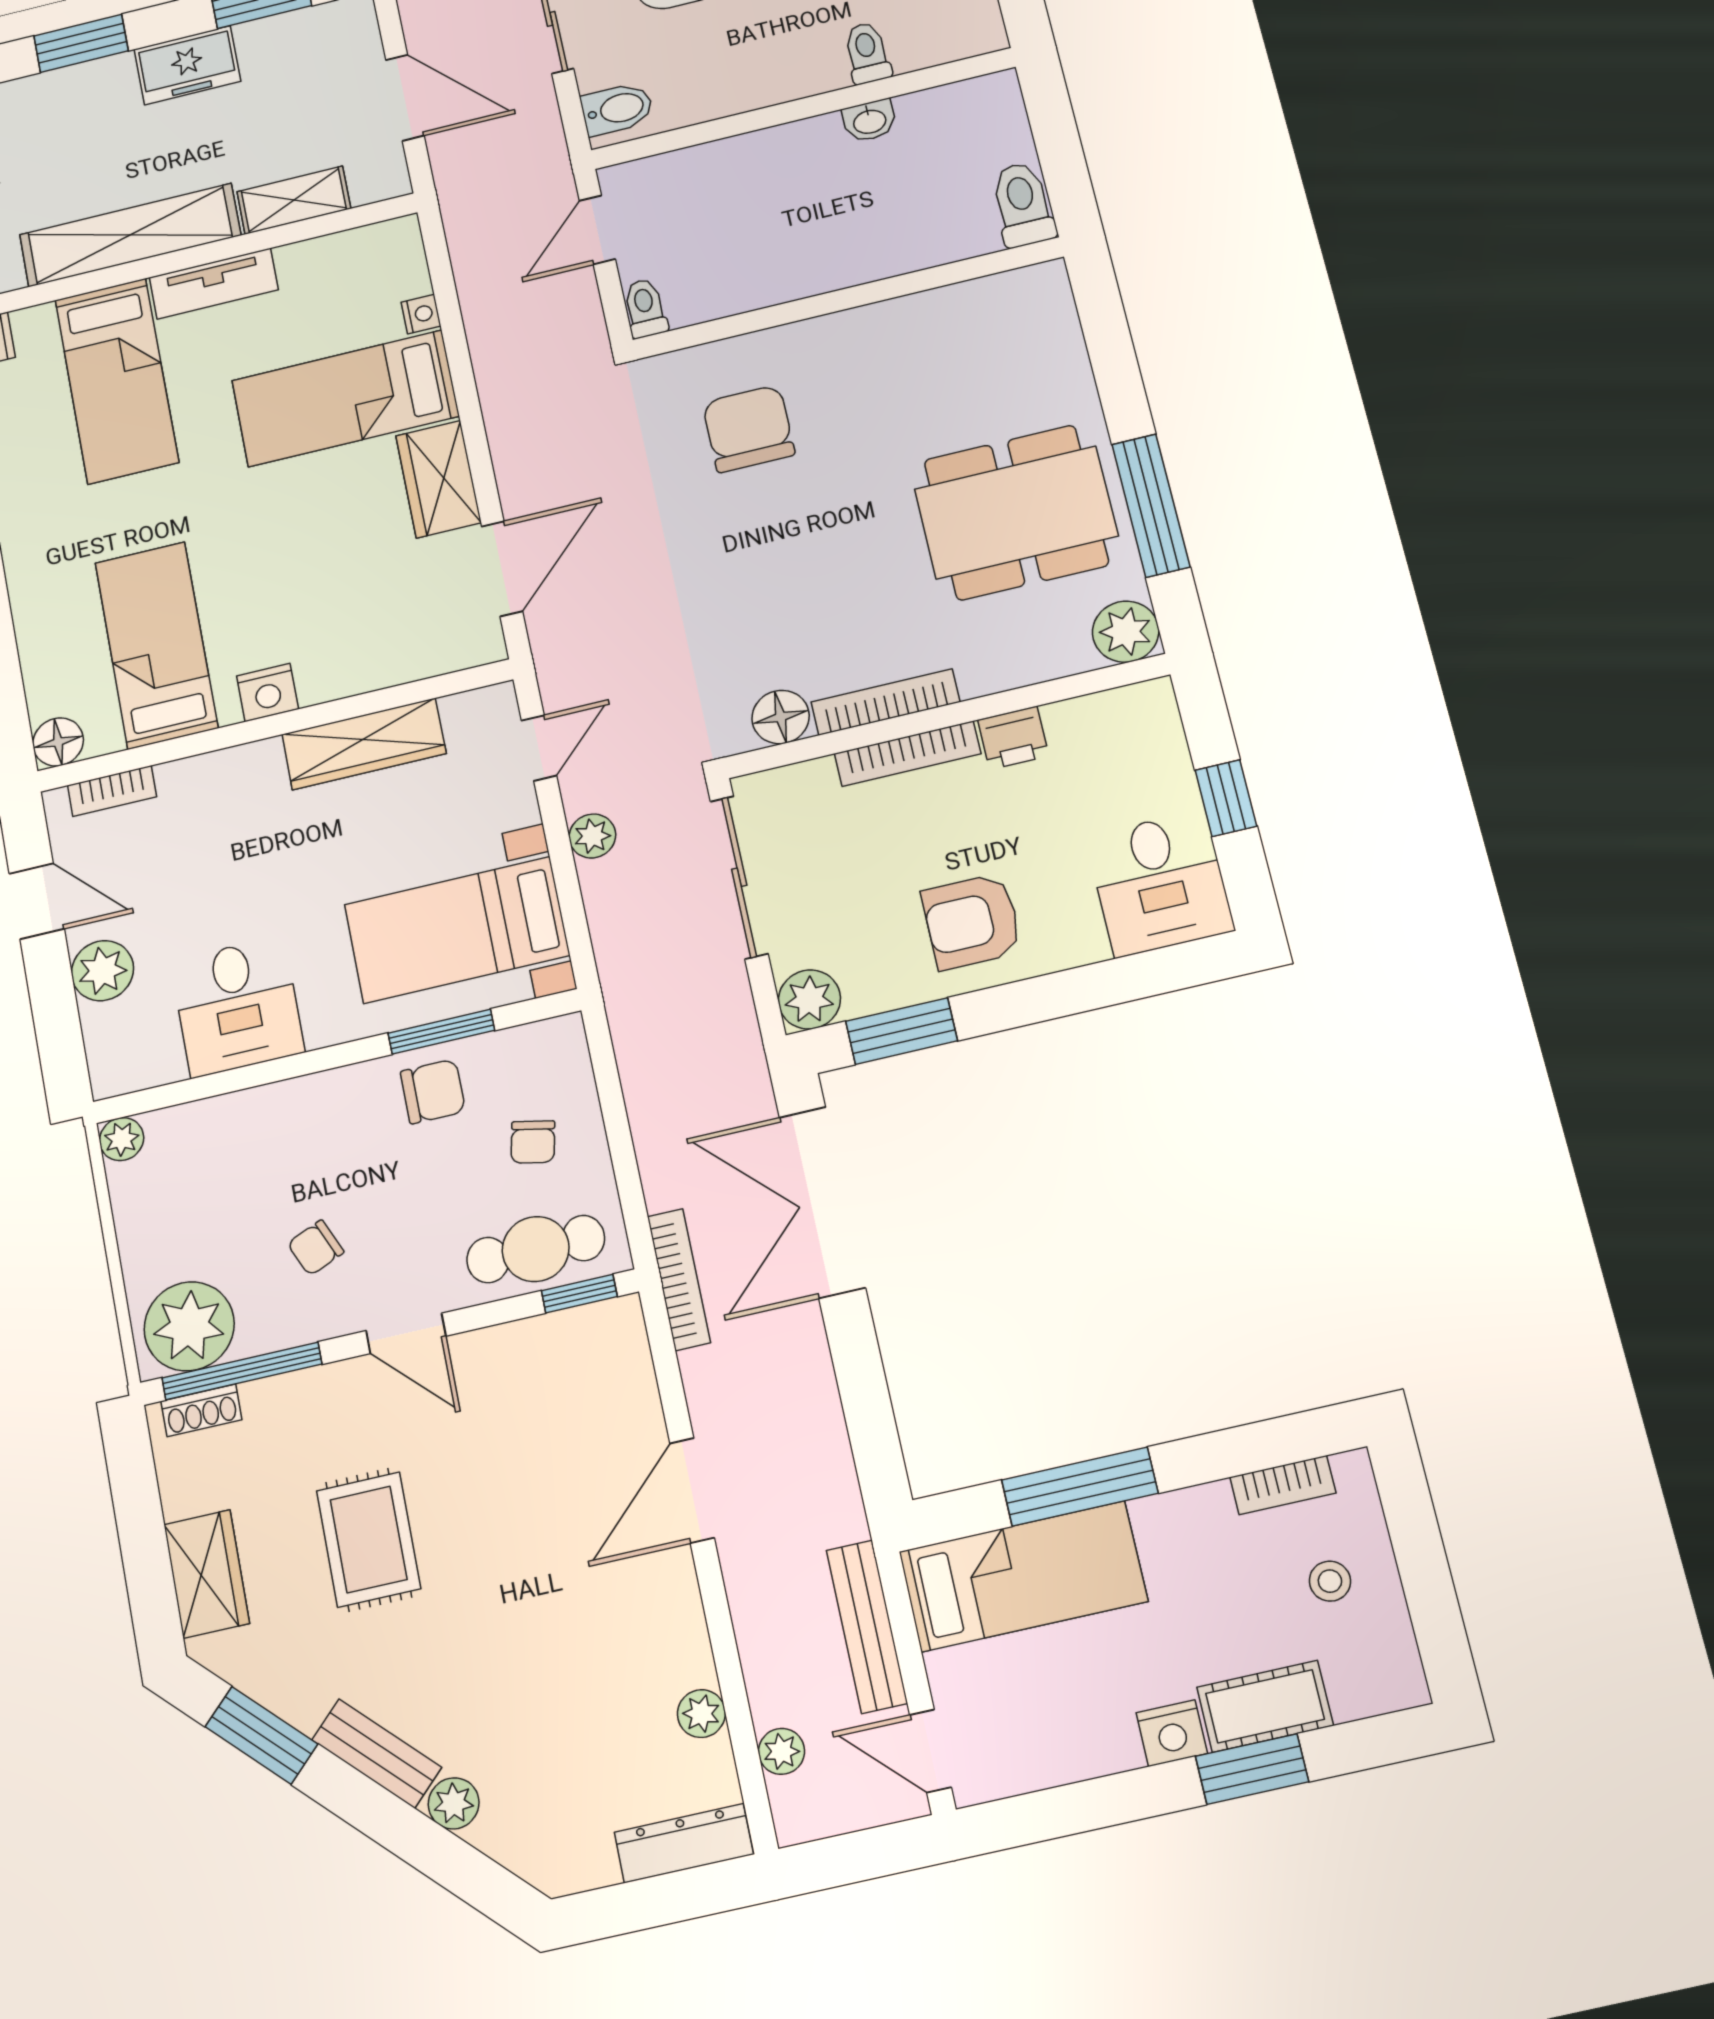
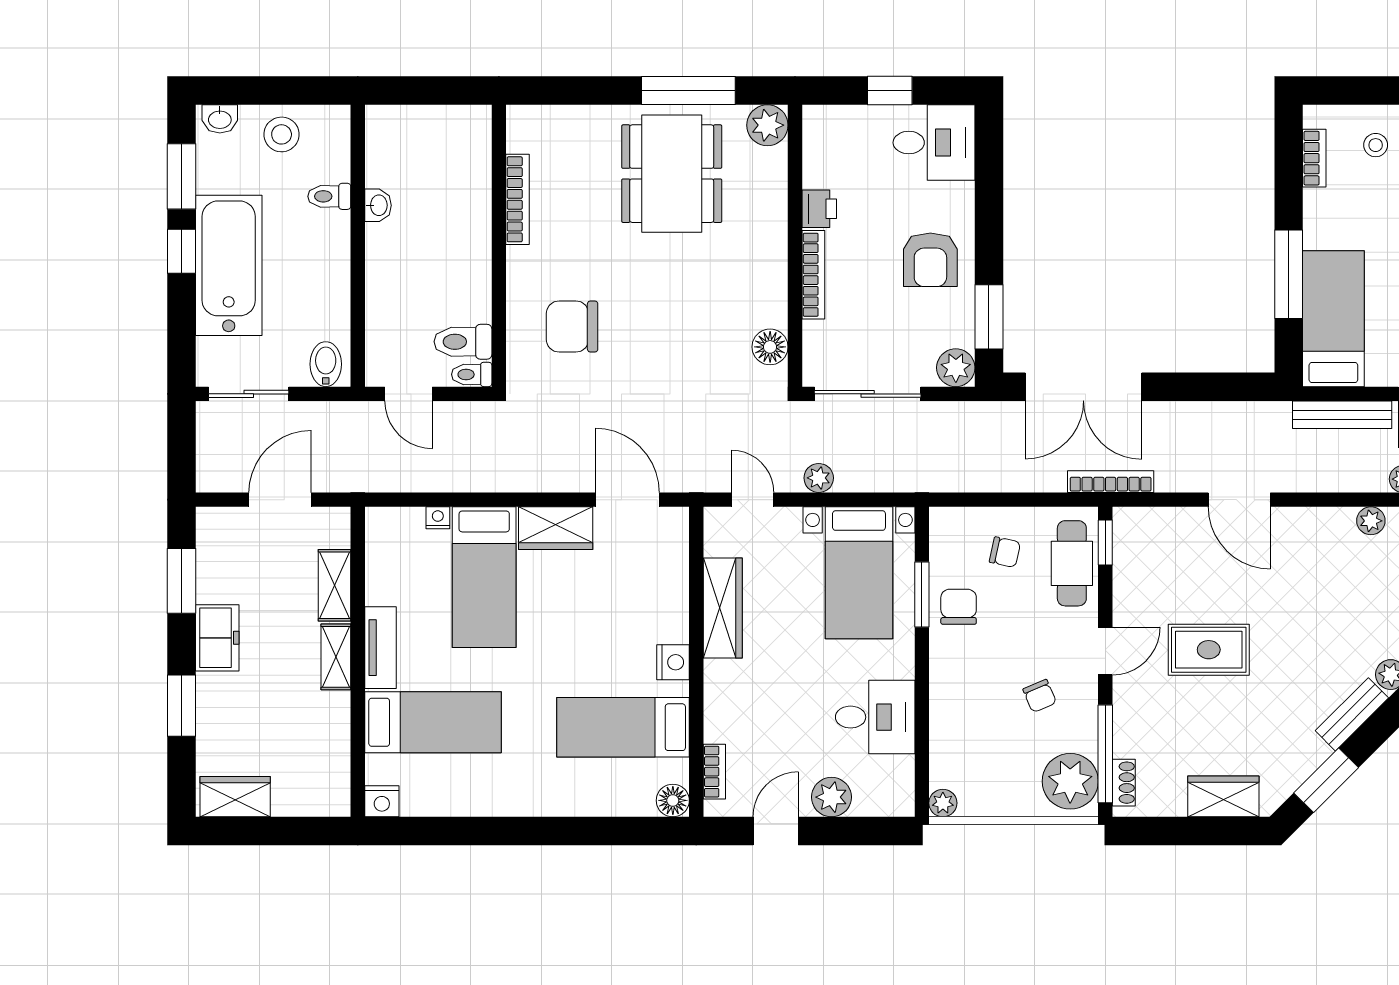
toilet: (1023, 204) -> (463, 342), moved
shelving: (130, 235) -> (336, 657), width x0.45, depth x0.75
bookcase: (886, 702) -> (517, 199), moved, turned 180
rug: (369, 1540) -> (1209, 650), moved

